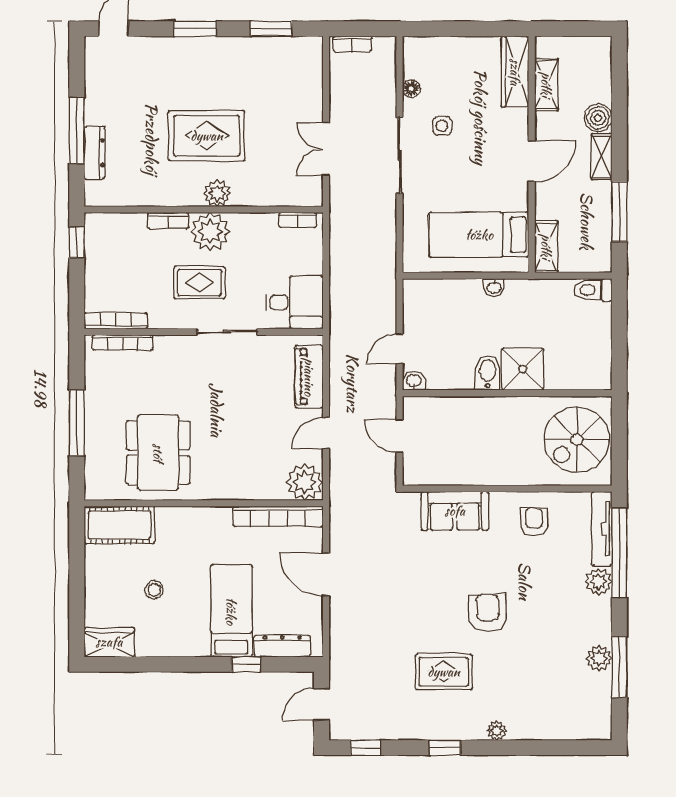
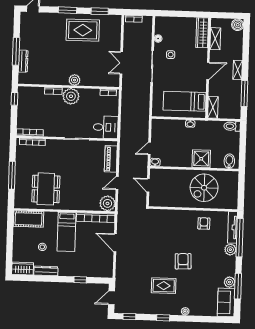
boiler: (598, 118) -> (238, 25), moved
rug: (207, 136) -> (83, 30), moved
rug: (199, 283) -> (66, 118), removed
bidet: (488, 373) -> (229, 161), moved
spiral stairs: (577, 440) -> (204, 188), moved
sofa: (455, 511) -> (226, 302), moved, turned 90
bed: (231, 611) -> (66, 232), moved, turned 180
dresser: (282, 646) -> (46, 271), moved

